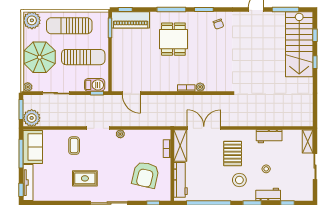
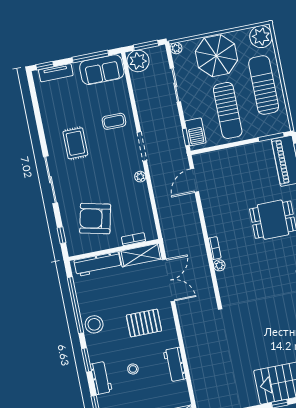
stool: (239, 180) -> (94, 324), moved
tv unit: (28, 183) -> (56, 73), width x0.71

